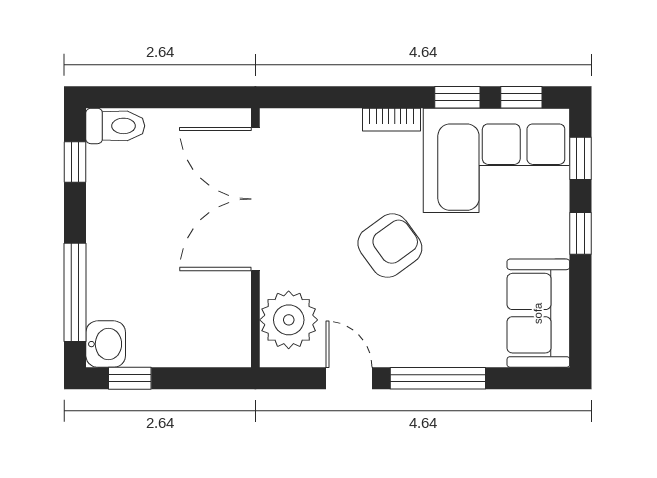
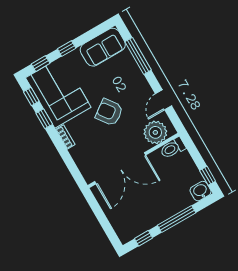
toilet: (115, 126) -> (173, 148), moved, turned -90
window: (75, 292) -> (177, 219), moved
window: (438, 378) -> (138, 56), moved

